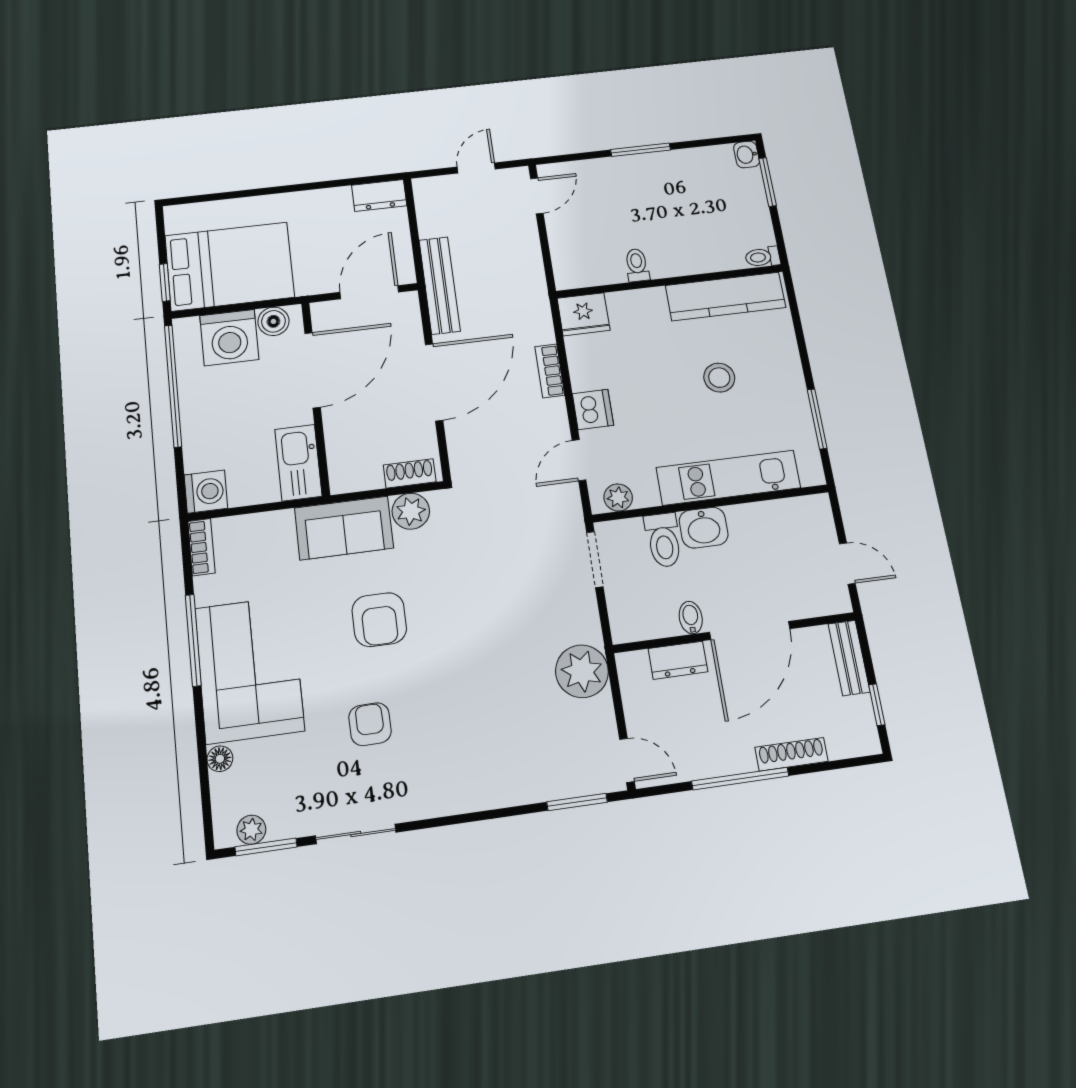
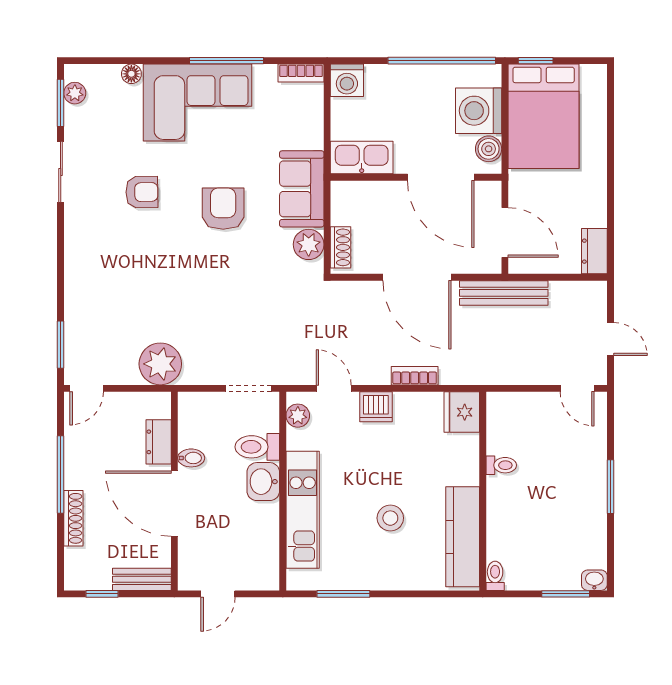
armchair: (379, 620) -> (223, 209), turned 90

